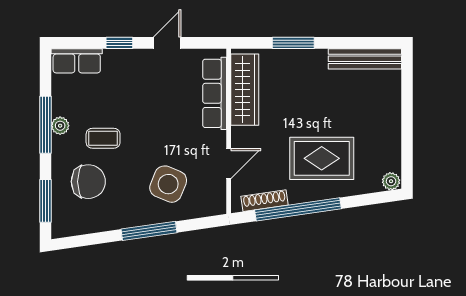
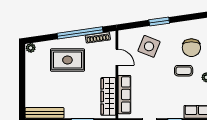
door: (229, 164) -> (117, 57), swing flipped
chair: (88, 182) -> (191, 48), turned -90
window: (149, 231) -> (159, 22), width x0.69

